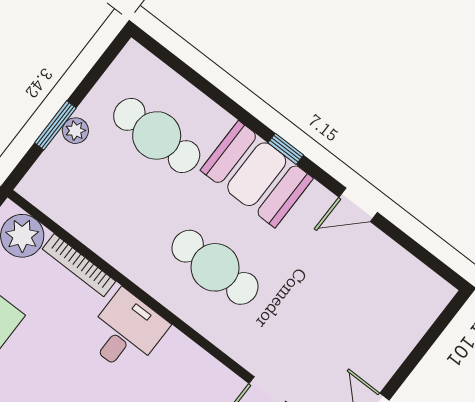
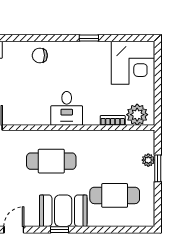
plant: (75, 131) -> (148, 160), moved
bookcase: (79, 265) -> (113, 120), width x0.64

